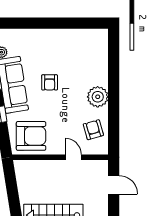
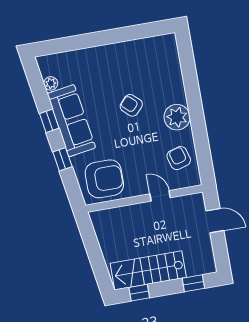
armchair: (50, 82) -> (131, 105), moved, turned 133

